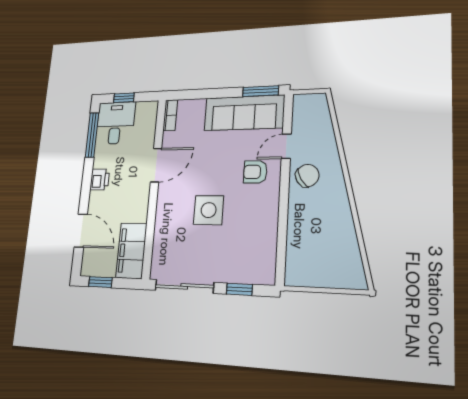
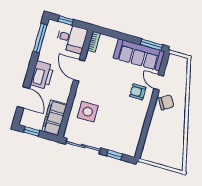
desk: (115, 123) -> (72, 38), moved, turned 90
door: (286, 146) -> (159, 82), hinge flipped
door: (156, 165) -> (79, 70), swing flipped
printer: (100, 179) -> (42, 75), width x1.87, depth x1.48
side table: (209, 210) -> (88, 112), moved

